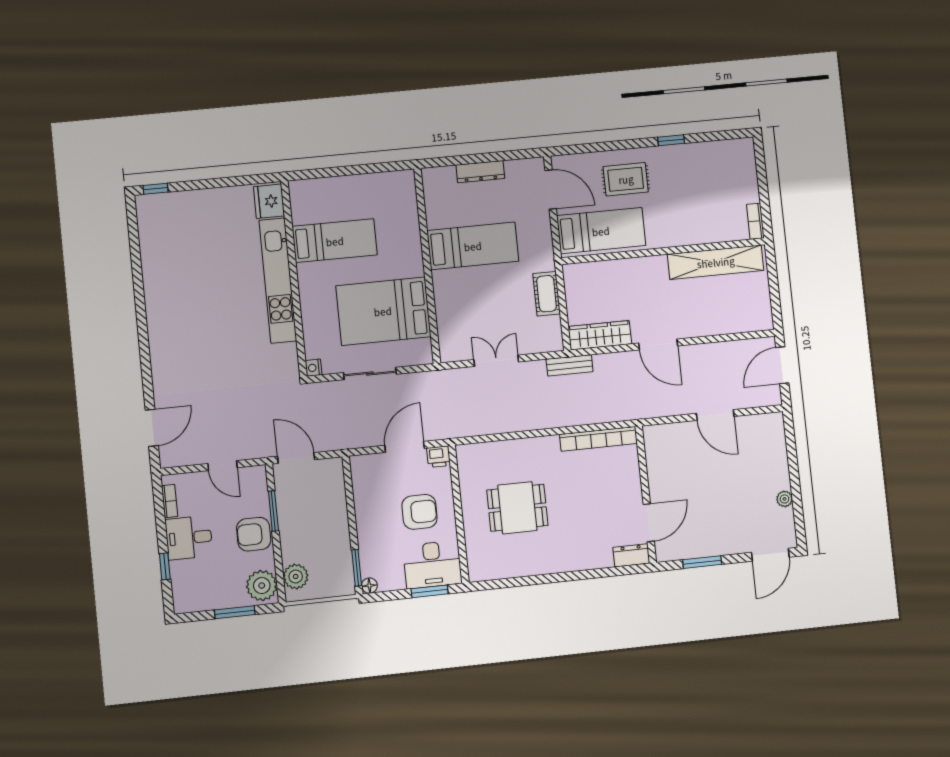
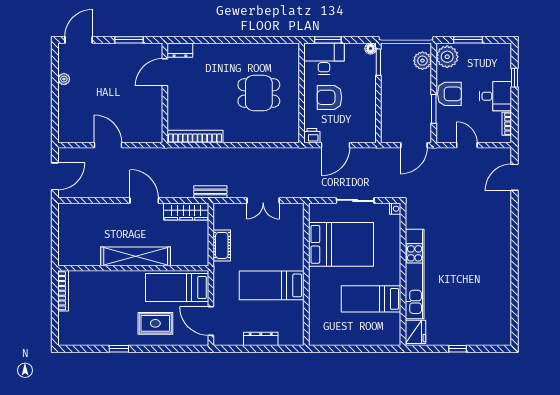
window: (155, 189) -> (458, 349), moved
bookcase: (755, 221) -> (63, 291), width x1.56
shelving: (716, 262) -> (136, 256), moved
door: (296, 458) -> (414, 145), hinge flipped

